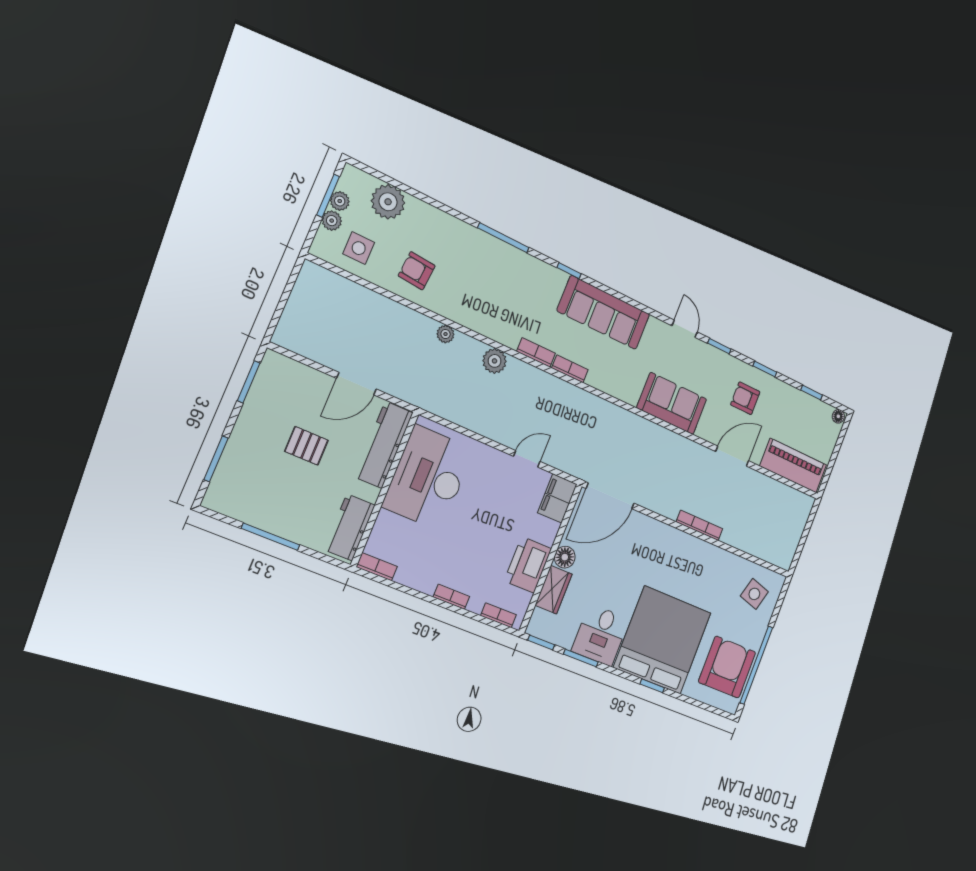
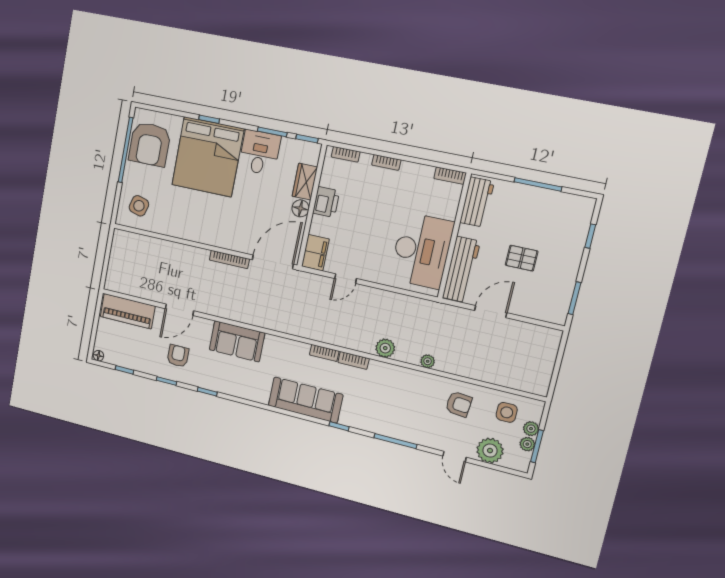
door: (685, 329) -> (455, 457), moved
armchair: (745, 398) -> (178, 356), turned -90
window: (216, 459) -> (590, 236), width x0.67
bookcase: (699, 525) -> (229, 259), moved
printer: (528, 565) -> (326, 202), width x0.73, depth x0.84

